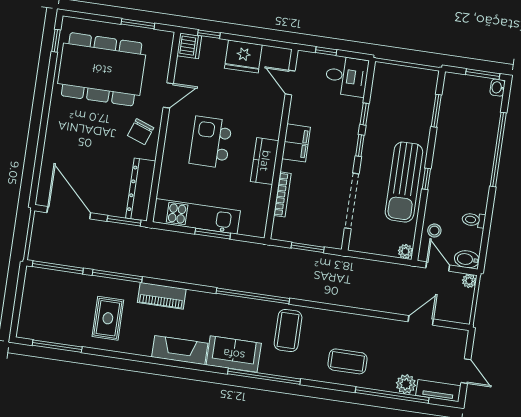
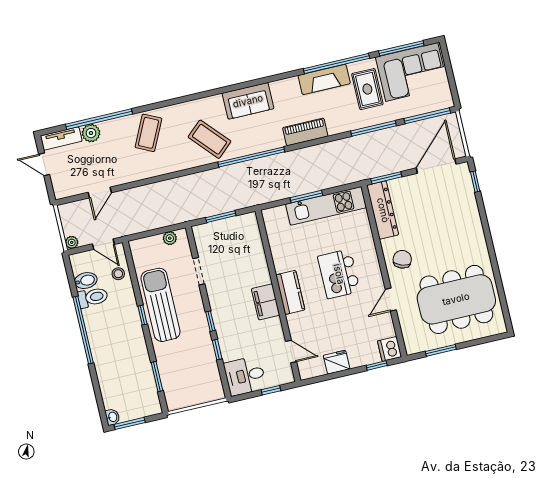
window: (56, 41) -> (475, 182), moved
fridge: (243, 56) -> (337, 362), width x0.73, depth x0.75
kitchen island: (211, 142) -> (339, 274), turned 180
window: (498, 150) -> (83, 330), moved
kitchen counter: (265, 161) -> (290, 292), moved
bookcase: (282, 194) -> (260, 253), removed
doorway: (352, 201) -> (199, 271), width x0.53
door: (69, 213) -> (436, 166), swing flipped
toilet: (474, 220) -> (93, 297), width x1.37, depth x1.39
plant: (405, 251) -> (170, 238), moved
bidet: (467, 259) -> (86, 281), moved
piano: (162, 296) -> (305, 132), moved
corner sofa: (56, 318) -> (412, 72), added
coffee table: (288, 330) -> (210, 139), turned -42
fireplace: (180, 350) -> (324, 79), moved
coffee table: (348, 361) -> (148, 133), turned -64
window: (264, 376) -> (336, 64), moved

